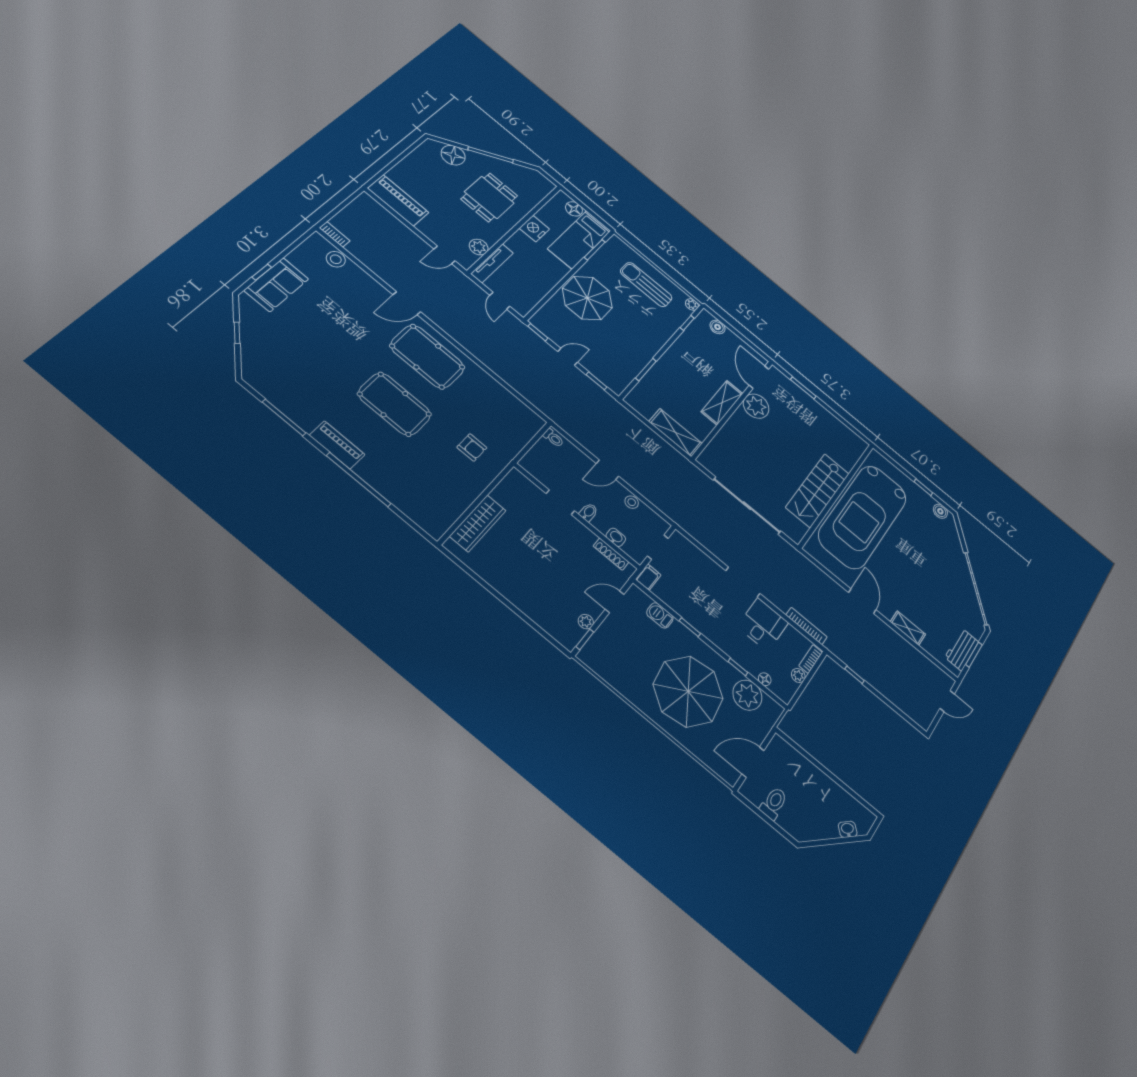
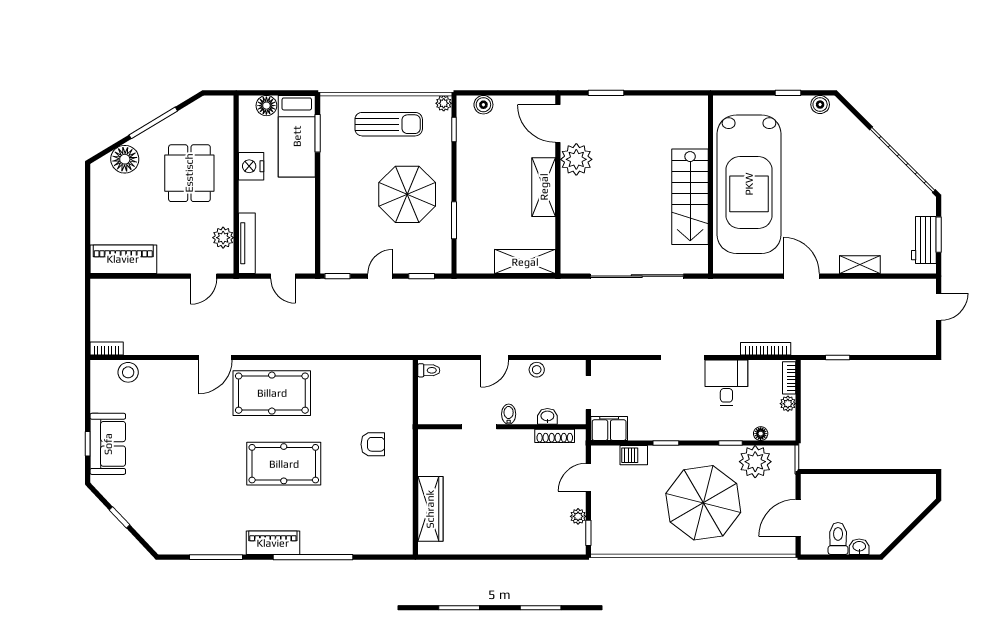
sun lounger: (646, 285) -> (389, 124), turned 180
parasol: (587, 298) -> (407, 194), moved
filing cabinet: (648, 577) -> (609, 428), width x2.00
washbasin: (848, 829) -> (859, 547), moved, turned 45

